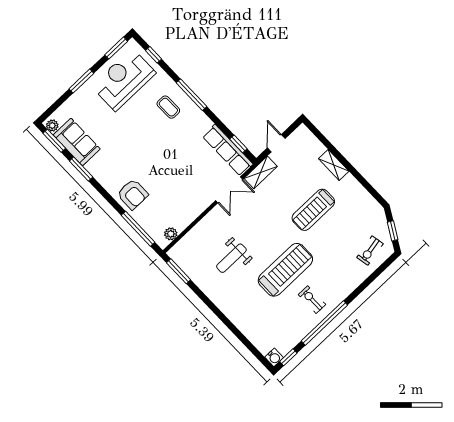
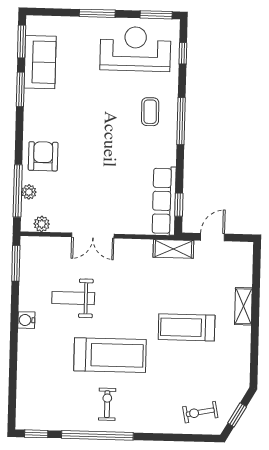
plant: (52, 126) -> (29, 192), moved
double door: (229, 190) -> (93, 236), moved
armchair: (133, 194) -> (43, 156), turned 180
water cooler: (274, 357) -> (26, 320), moved, turned 90

